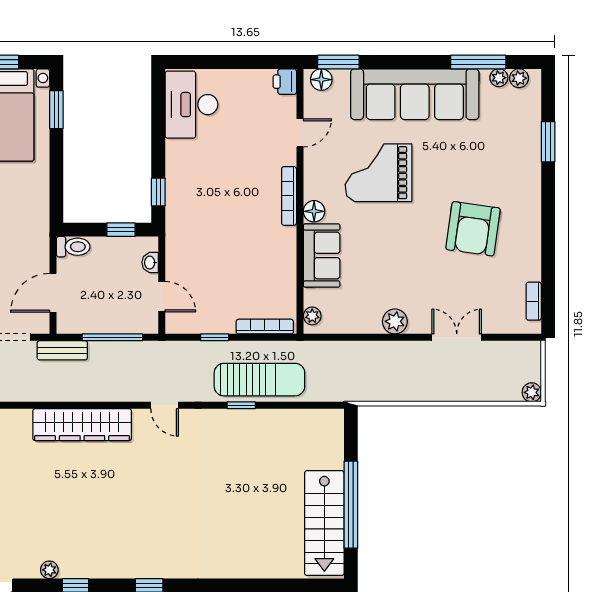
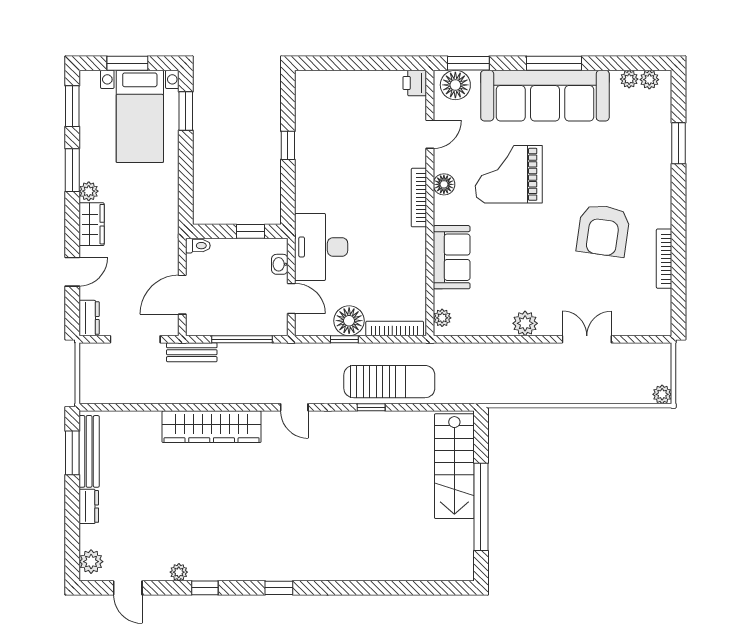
window: (478, 62) -> (554, 63), moved
floor lamp: (321, 80) -> (455, 85), width x1.38, depth x1.38
desk: (191, 105) -> (321, 247), moved
window: (158, 192) -> (288, 145), moved
floor lamp: (314, 211) -> (444, 184), moved
toilet: (73, 247) -> (198, 246), width x0.73, depth x0.72
bookcase: (534, 301) -> (664, 259), moved, width x1.56
floor lamp: (219, 319) -> (349, 321), added
stairs: (324, 523) -> (454, 466), moved

